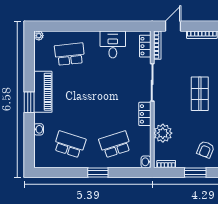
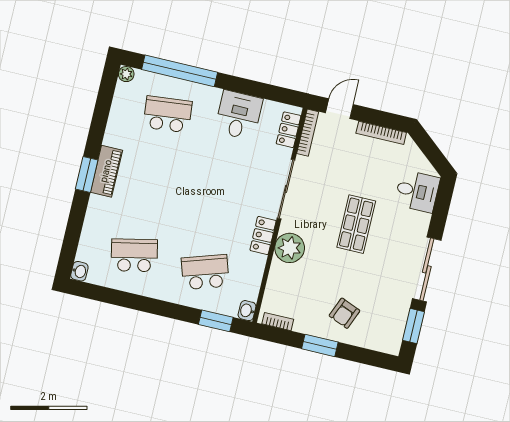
window: (71, 26) -> (180, 71), added
piano: (43, 92) -> (106, 171), width x0.73, depth x0.75
washbasin: (39, 129) -> (79, 271), moved
plant: (163, 133) -> (290, 248), moved
school desk: (70, 144) -> (134, 255), turned -30
window: (98, 173) -> (216, 321), moved

